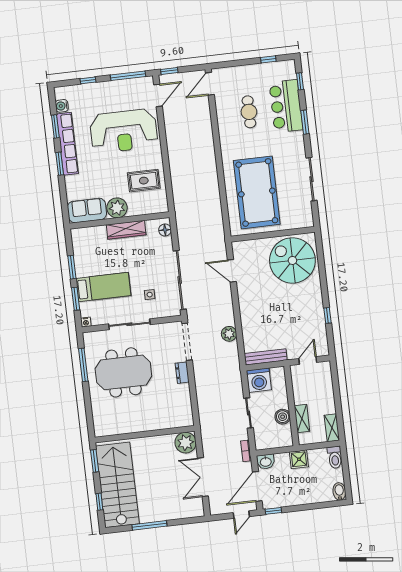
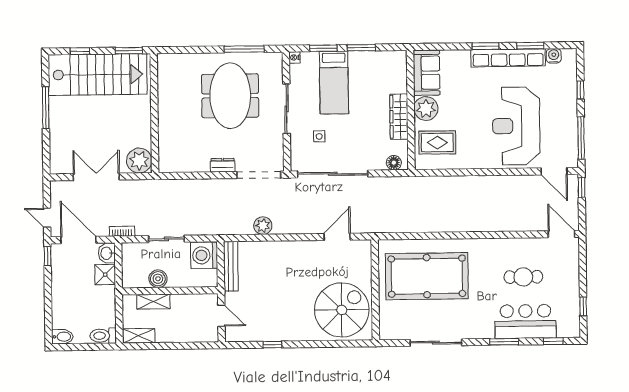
rug: (144, 181) -> (437, 143), moved, turned 90
shower: (299, 459) -> (105, 275), moved

